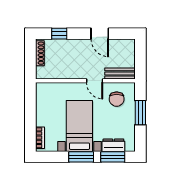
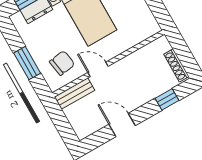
chair: (117, 99) -> (62, 63), turned 81

